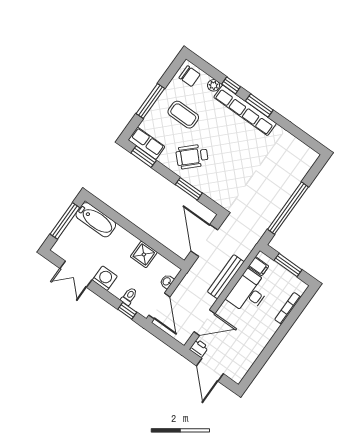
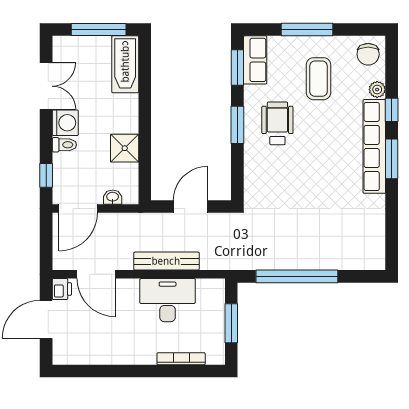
wheelchair: (192, 157) -> (277, 123), turned 44
window: (189, 189) -> (237, 125), moved
door: (204, 241) -> (190, 206), width x0.73
filing cabinet: (259, 266) -> (206, 290), removed
double door: (76, 274) -> (46, 86), swing flipped
toilet: (129, 296) -> (64, 145), moved

